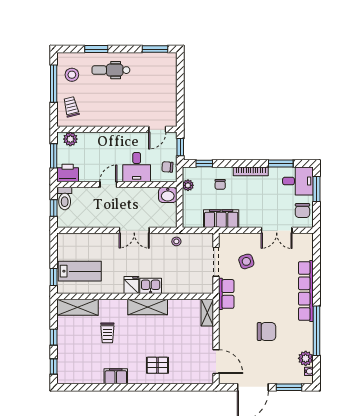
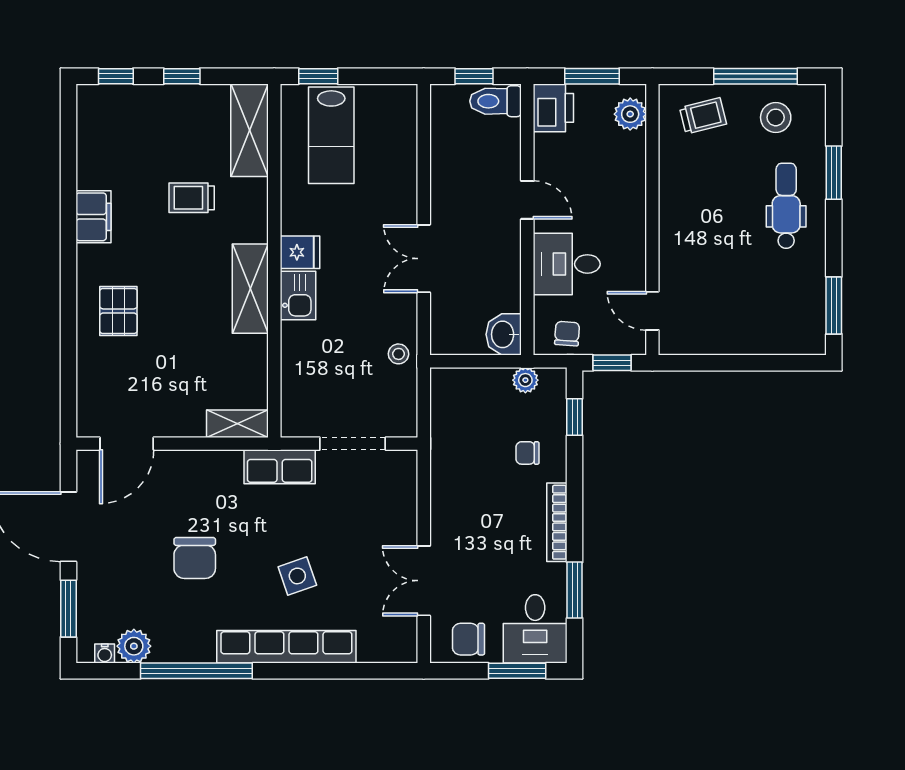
filing cabinet: (221, 219) -> (450, 455), removed
side table: (246, 261) -> (297, 576), moved

